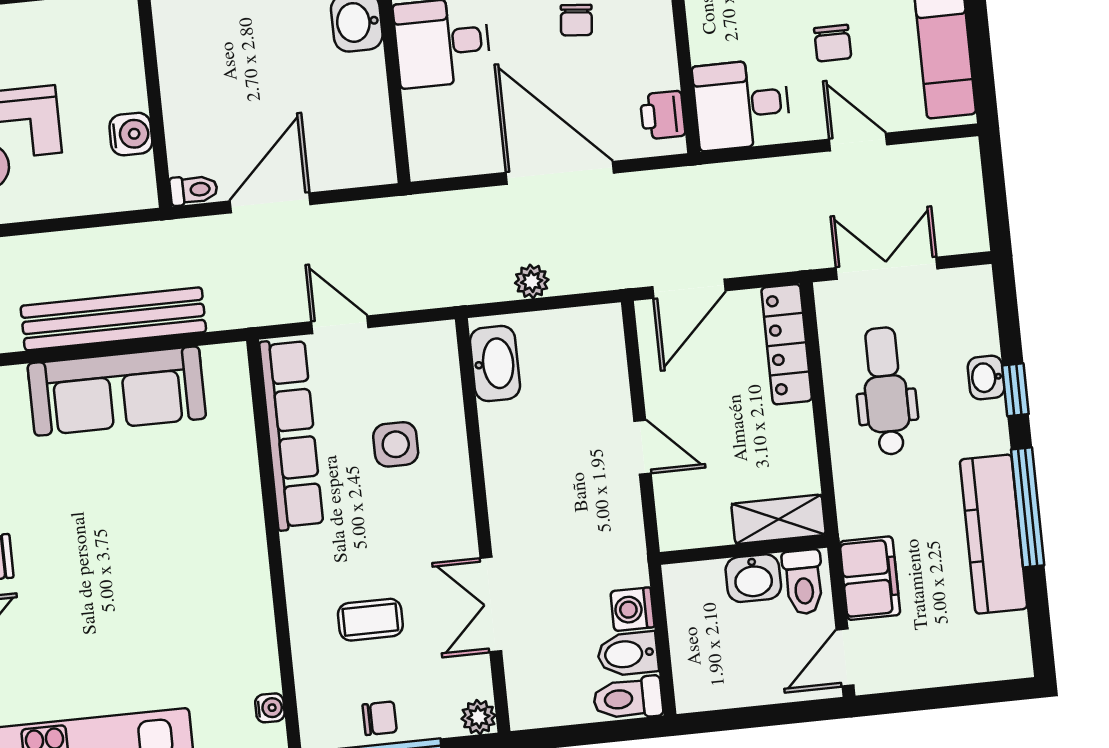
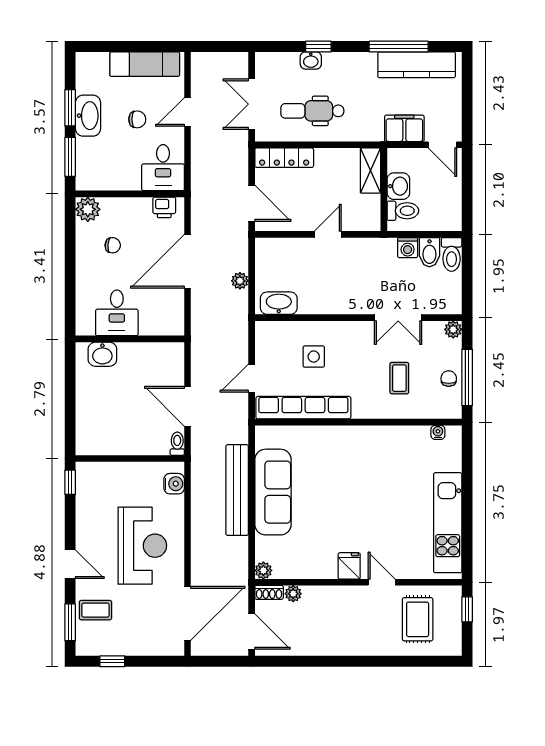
water cooler: (131, 134) -> (174, 484), moved, turned 90
window: (1028, 507) -> (399, 47), moved
kitchen counter: (993, 534) -> (417, 65), moved
toilet: (803, 582) -> (403, 211), moved

